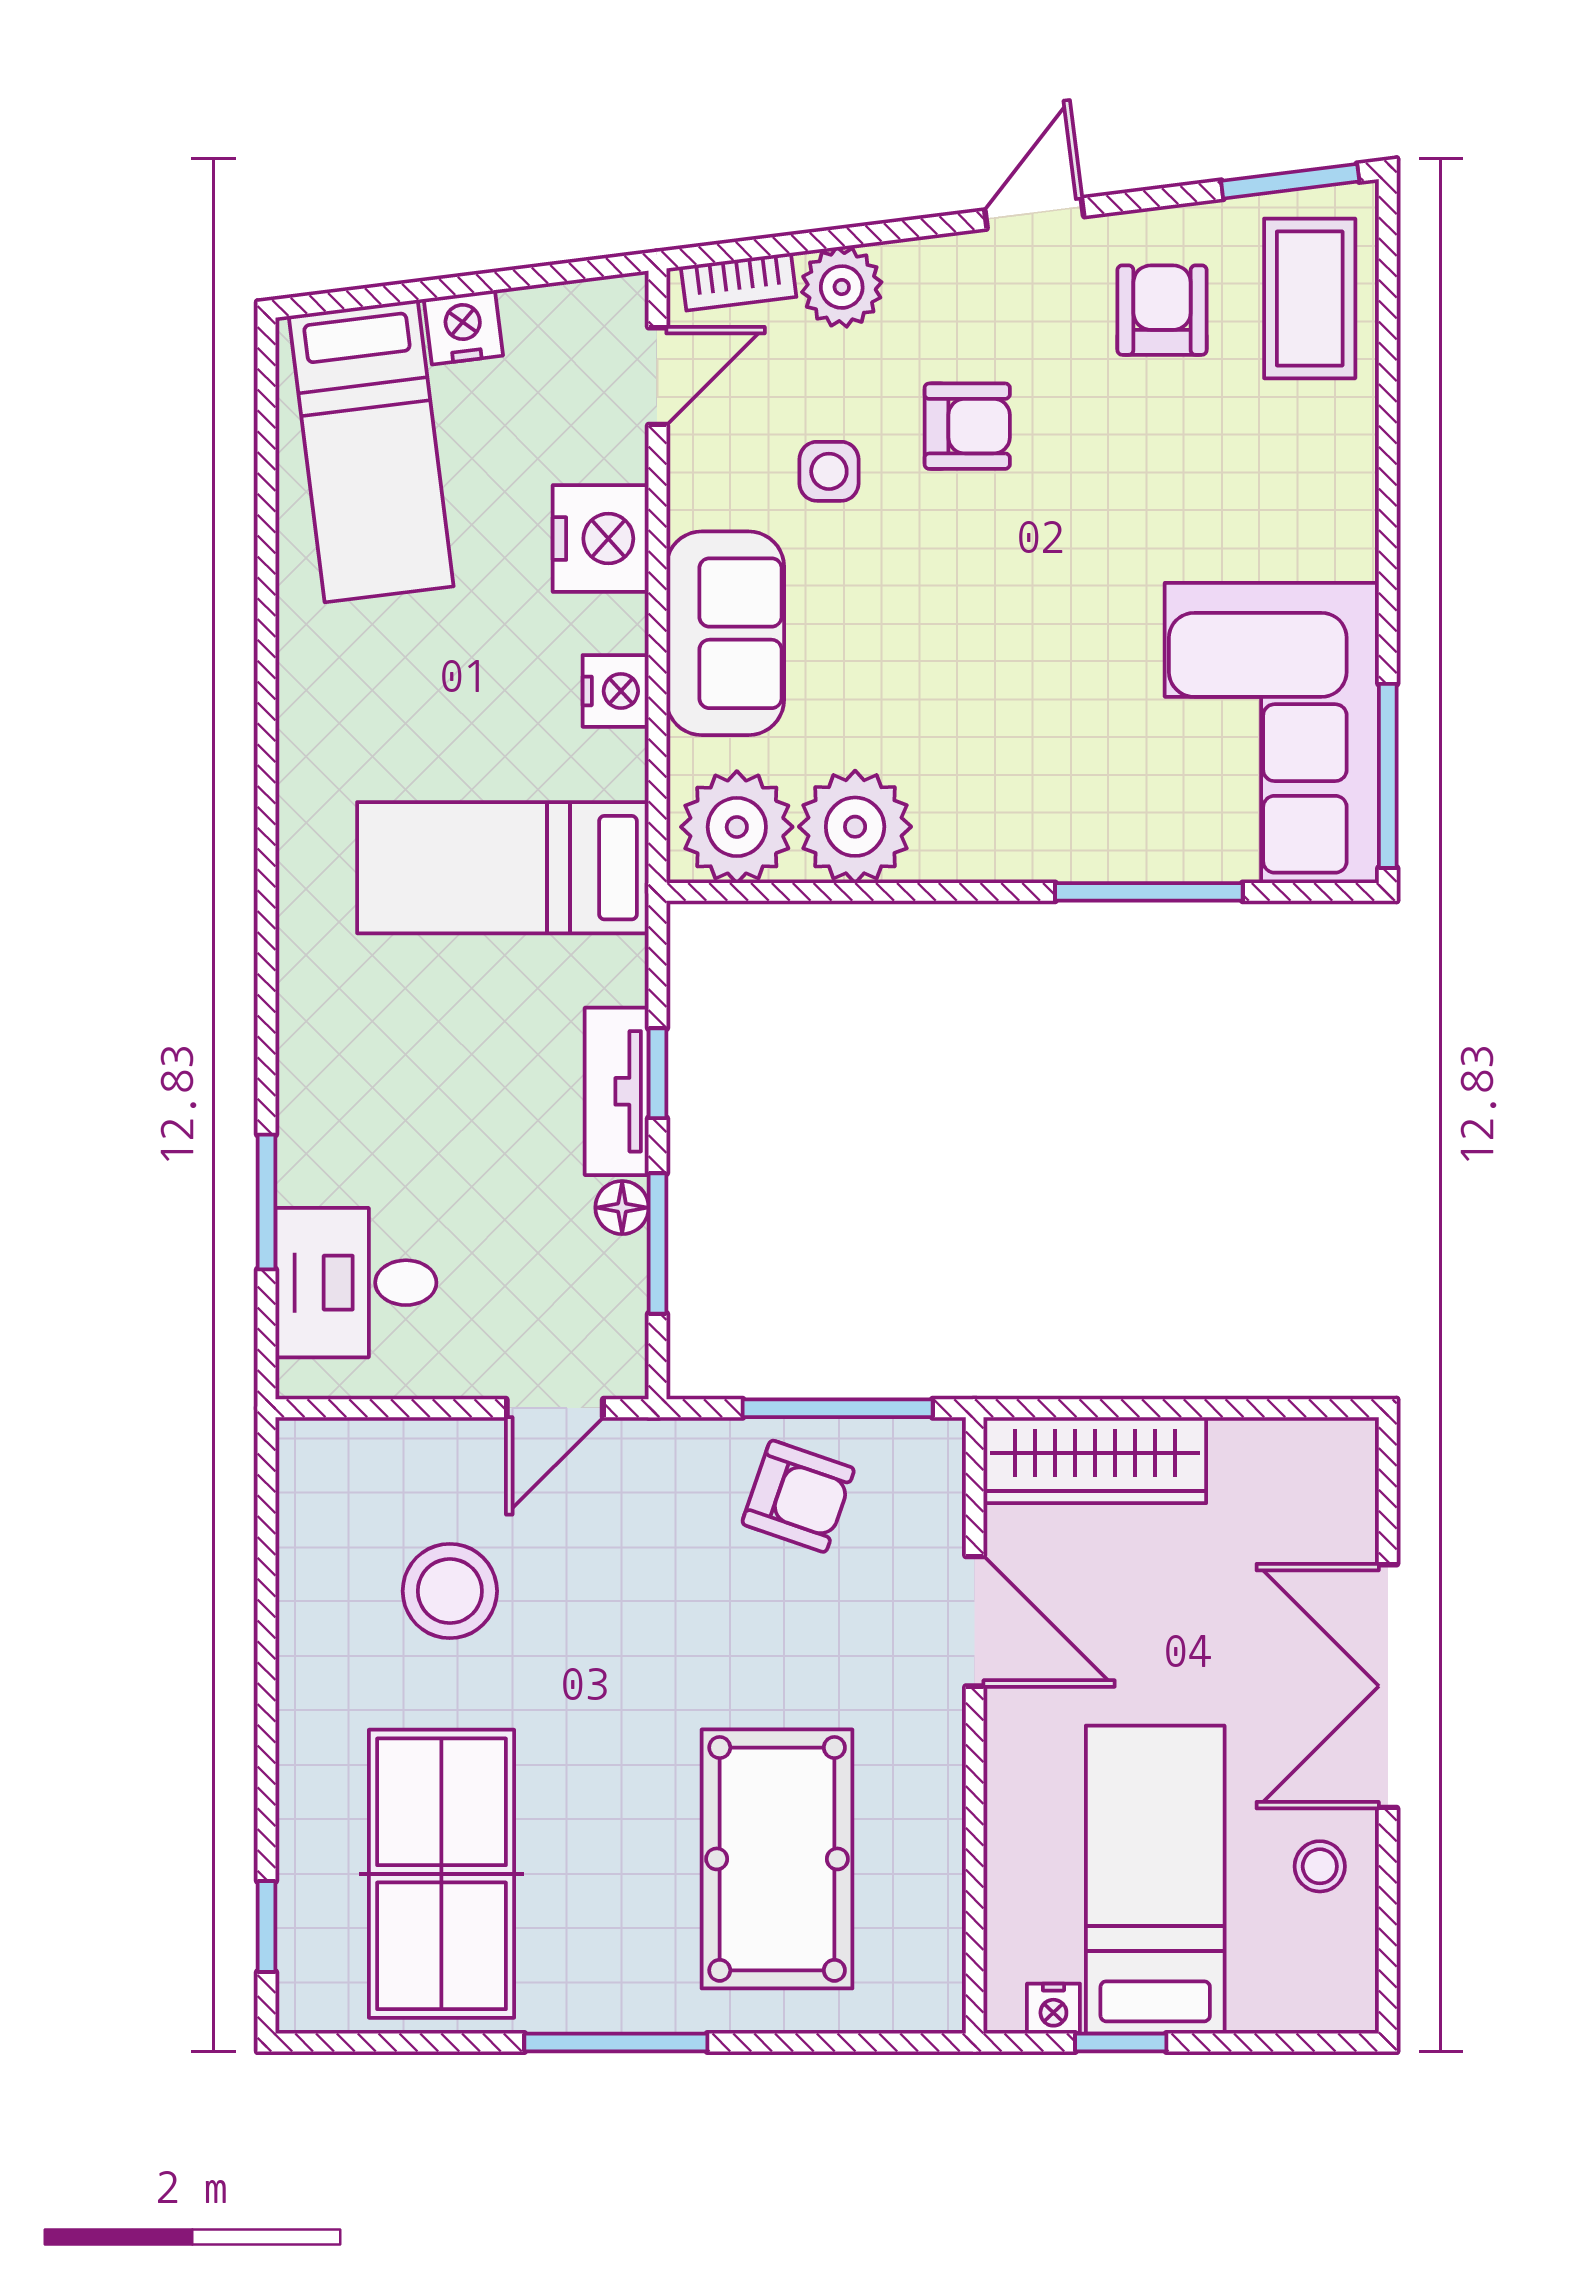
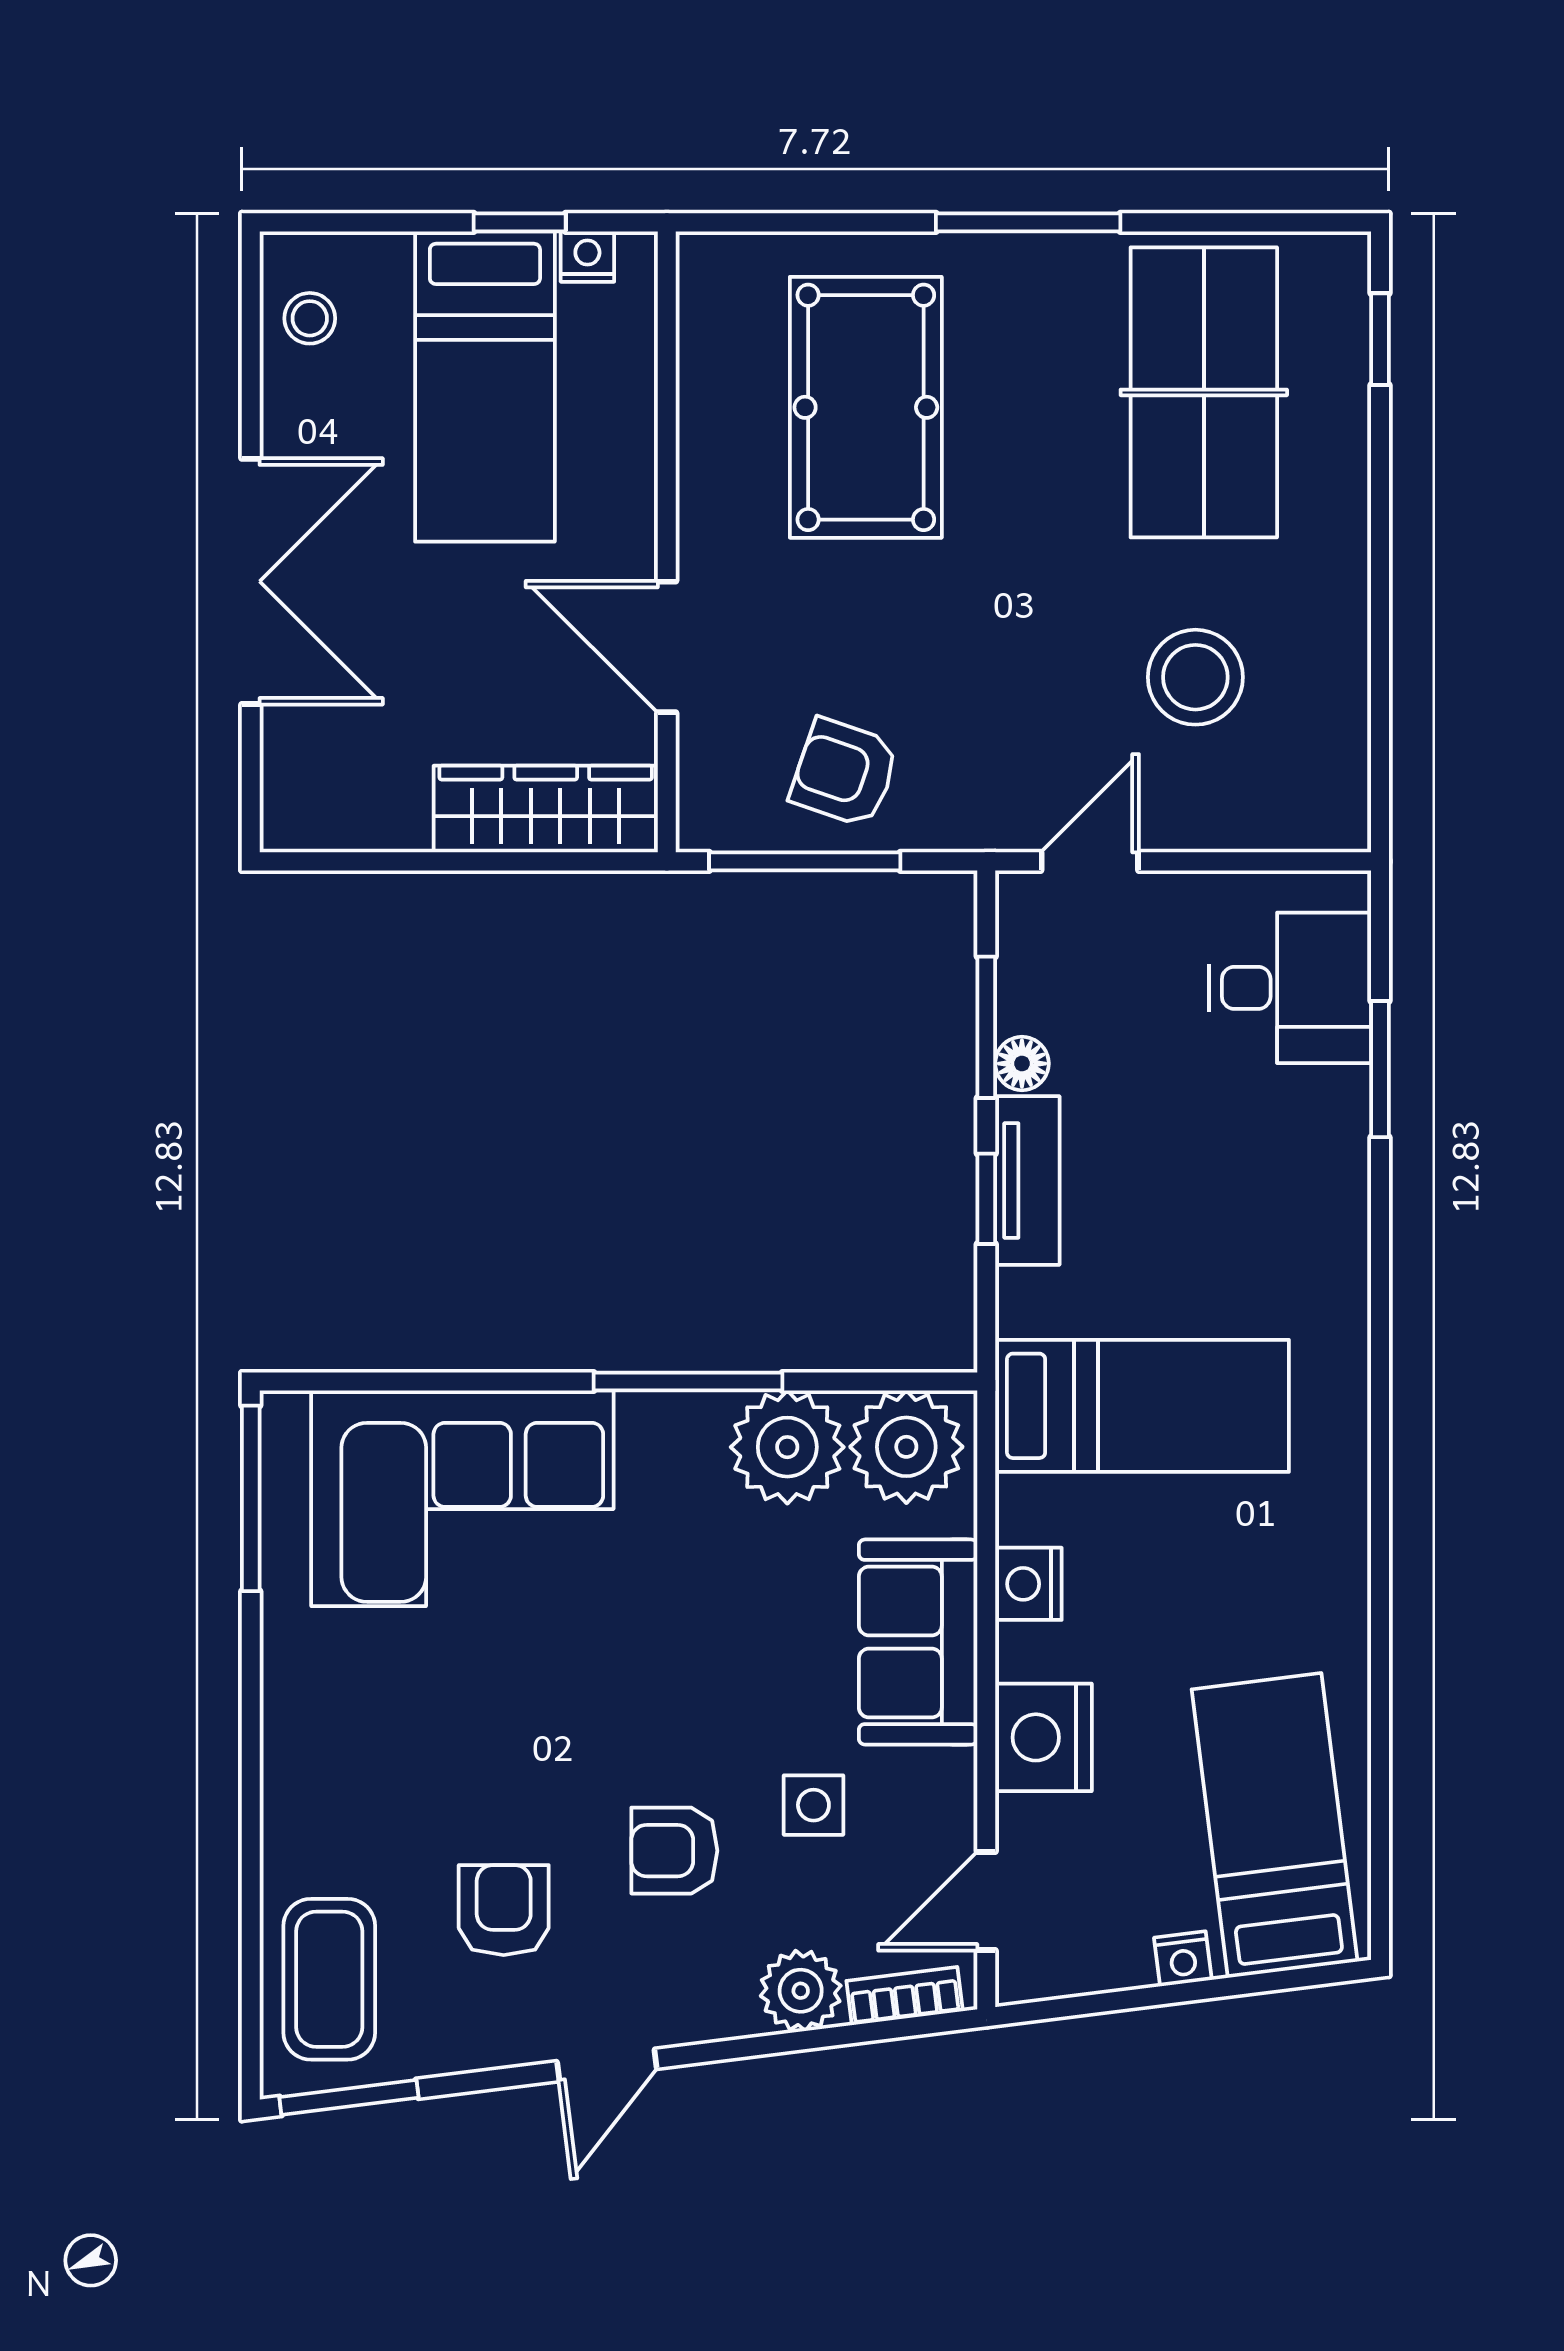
armchair: (1162, 310) -> (504, 1910), moved, turned 180
nightstand: (463, 327) -> (1183, 1959), width x0.72, depth x0.74
corner sofa: (1272, 733) -> (462, 1498), moved, turned 90
window: (1149, 892) -> (688, 1381), moved
stool: (1320, 1866) -> (310, 318), moved

